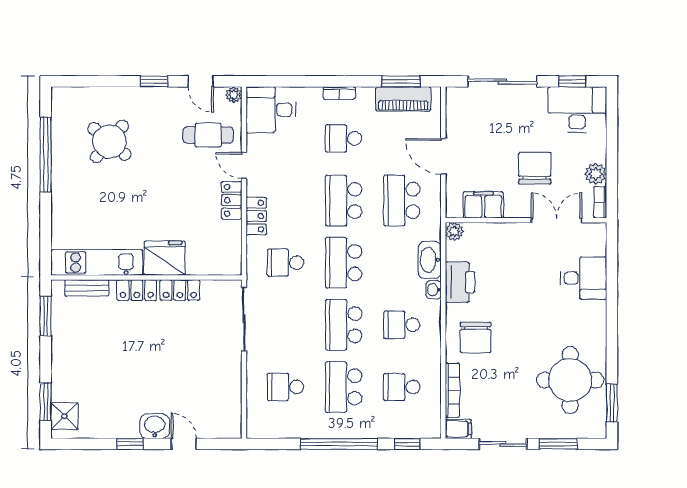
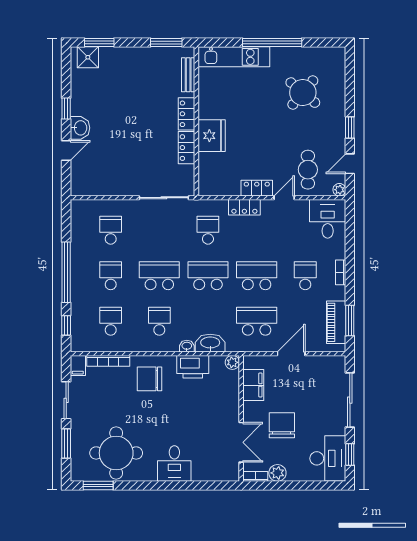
window: (46, 155) -> (272, 43), moved
chair: (535, 168) -> (282, 425), turned -90
kitchen unit: (97, 262) -> (234, 57), moved, turned 90
desk: (584, 278) -> (174, 463), moved
school desk: (344, 387) -> (111, 276), width x0.54

